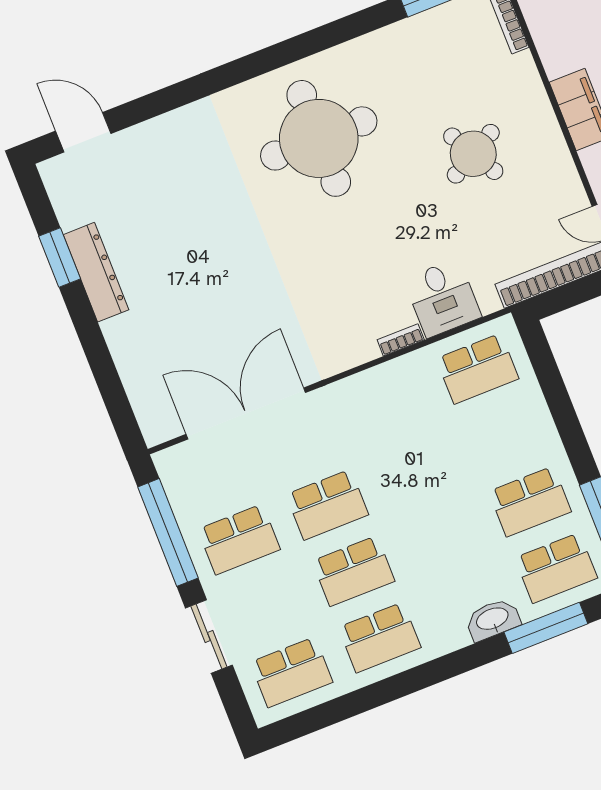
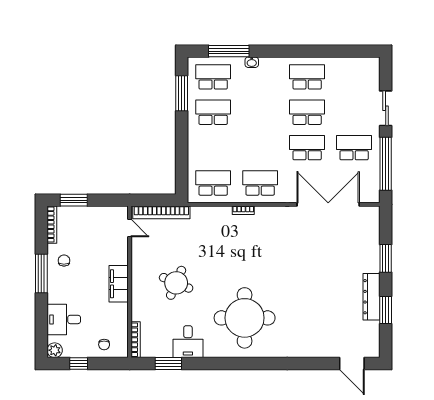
round table: (473, 154) -> (176, 283), turned -38
desk: (443, 298) -> (188, 342), moved, turned 180
window: (98, 355) -> (386, 258), added
double door: (246, 413) -> (328, 204), swing flipped
washbasin: (493, 619) -> (252, 62), width x0.52, depth x0.69
school desk: (291, 672) -> (260, 183), moved

